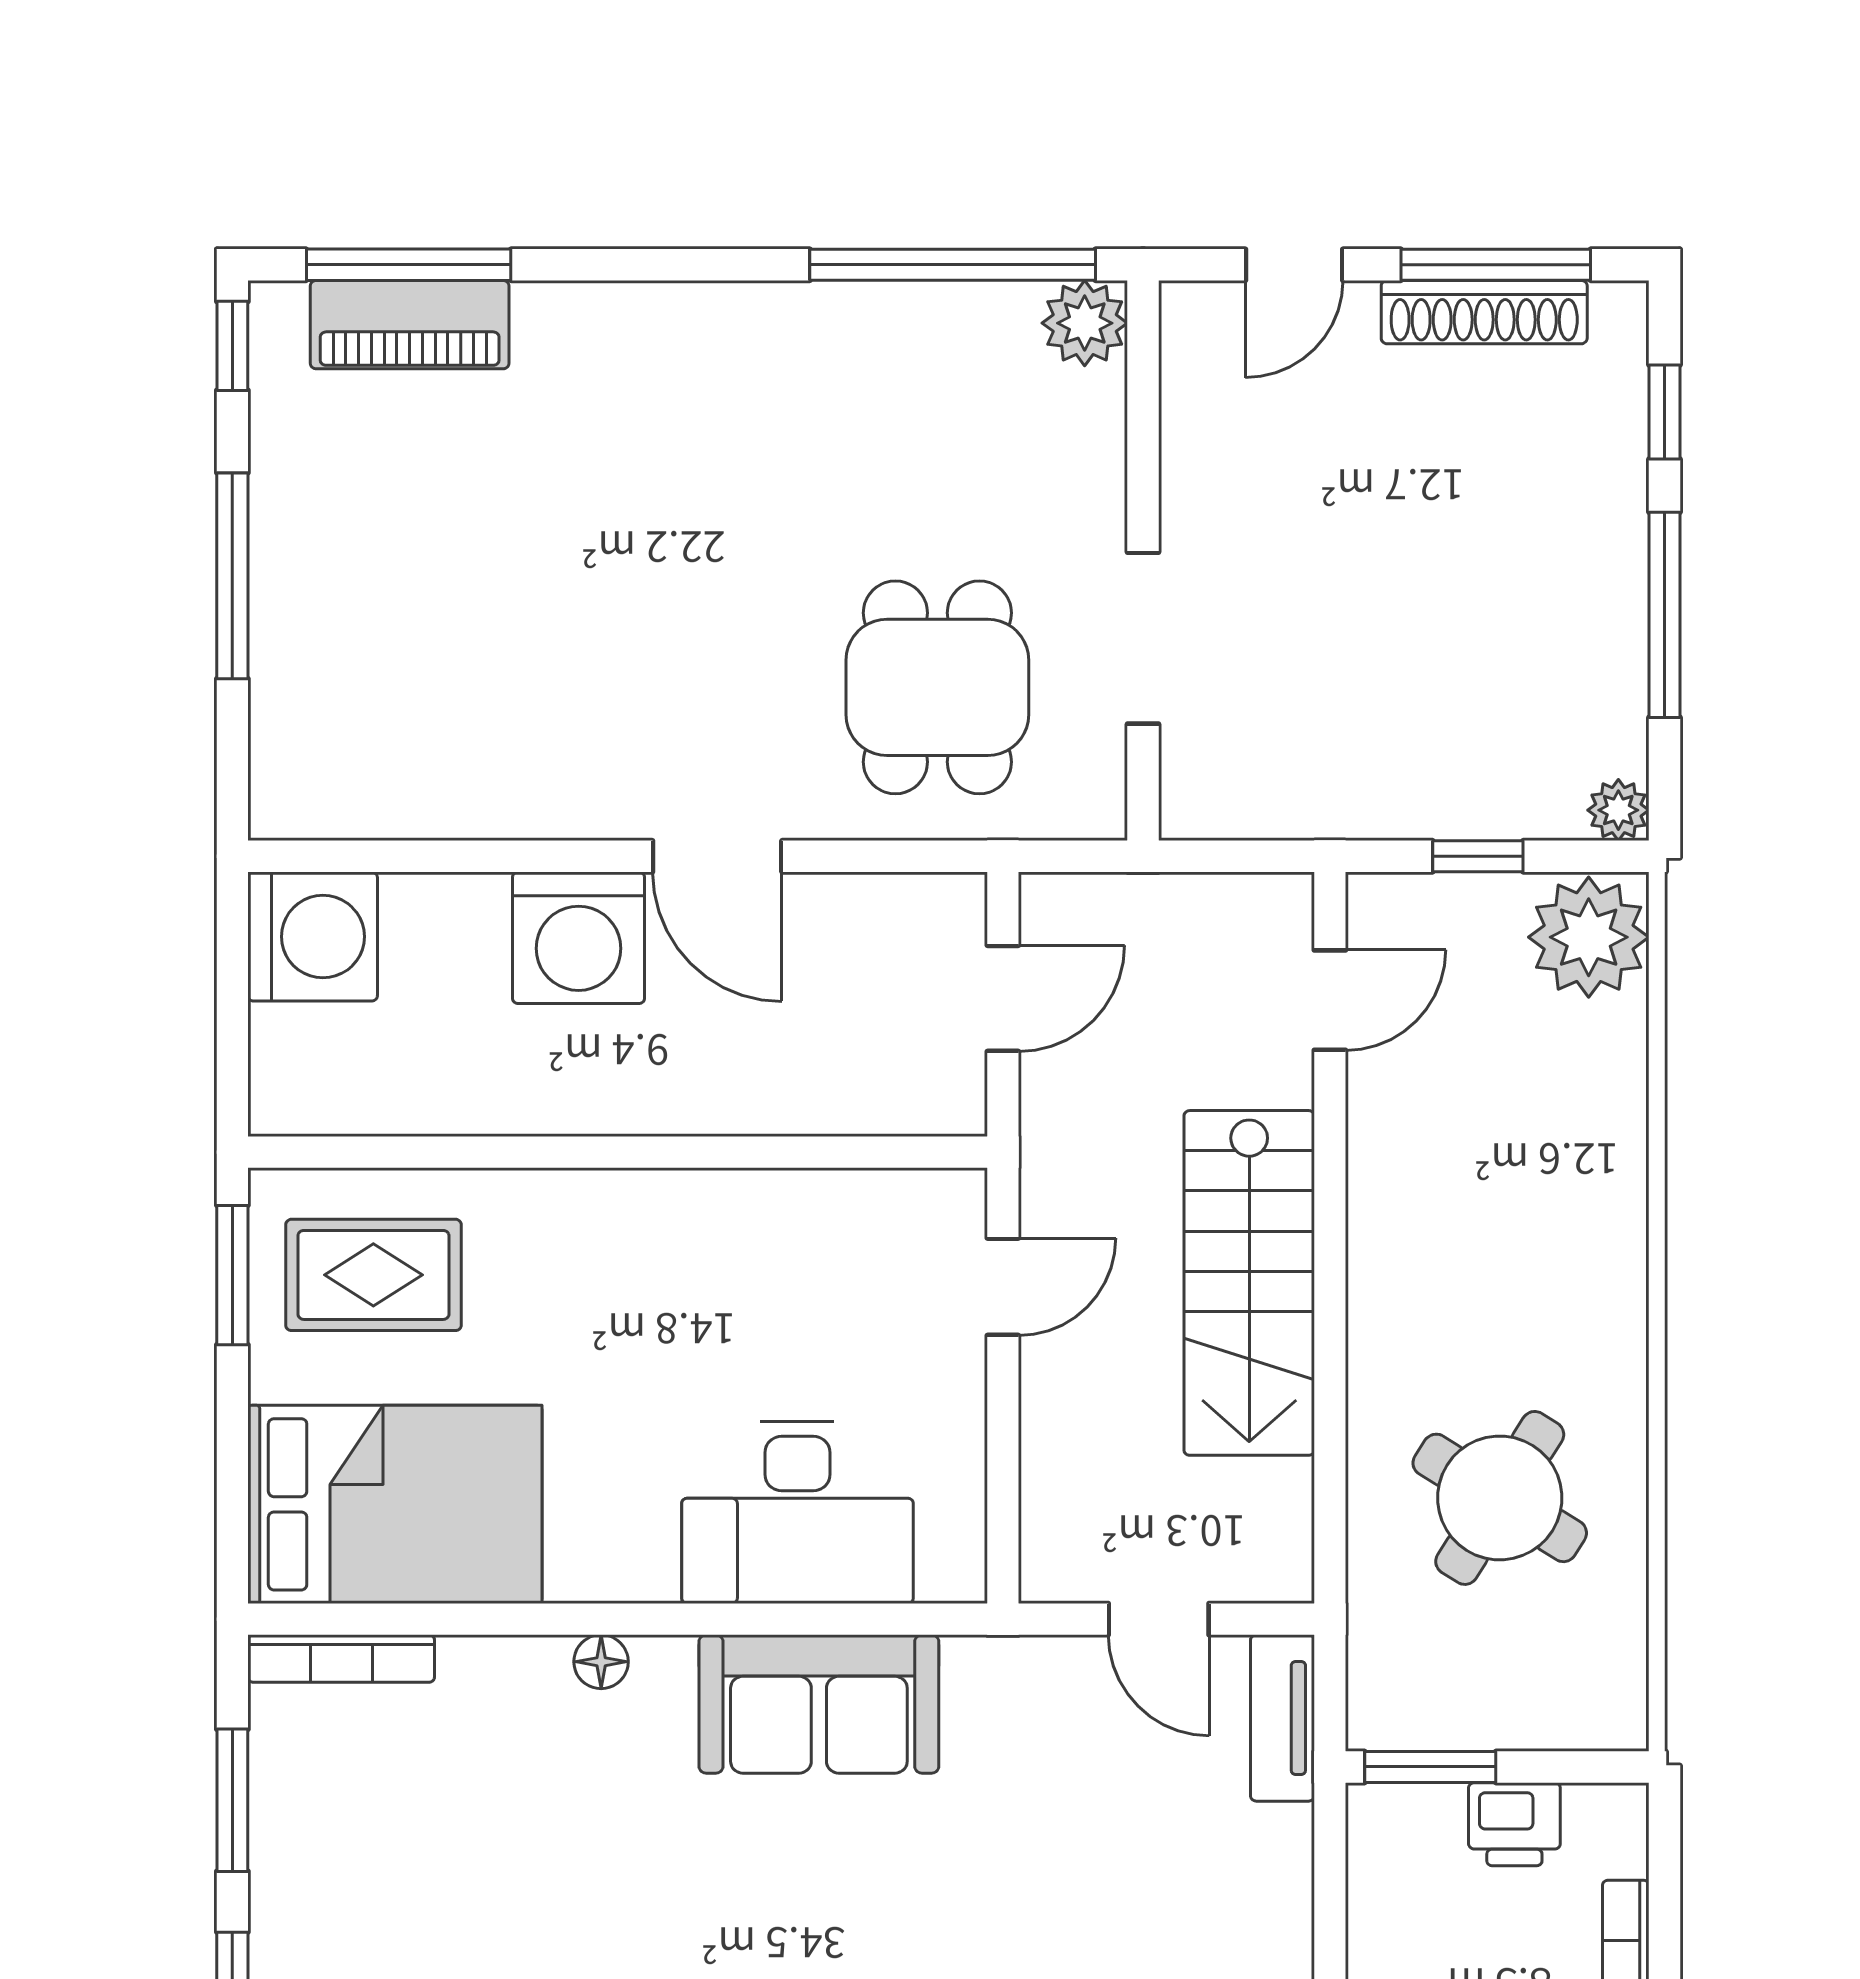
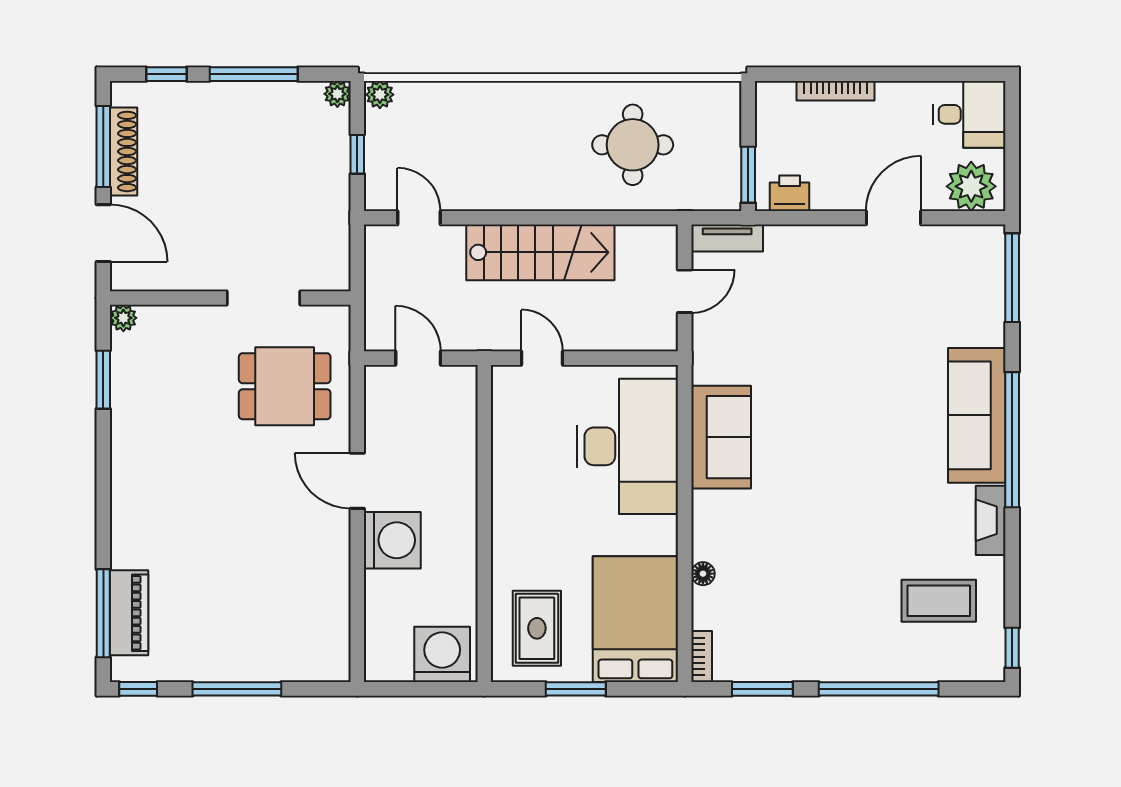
window: (953, 265) -> (103, 380), width x0.47
door: (1294, 265) -> (103, 233), width x1.38
plant: (1085, 323) -> (123, 318), width x0.73, depth x0.73
door: (717, 856) -> (357, 481), swing flipped
washing machine: (313, 937) -> (442, 654), moved
plant: (1589, 937) -> (380, 95), width x0.53, depth x0.53
window: (232, 1275) -> (576, 689), moved
round table: (1500, 1498) -> (633, 145), turned -32
desk: (797, 1513) -> (627, 446), width x1.36, depth x1.30
bookcase: (341, 1659) -> (702, 657), width x0.64
floor lamp: (601, 1662) -> (703, 574), moved
printer: (1514, 1824) -> (790, 193), moved, turned -90

